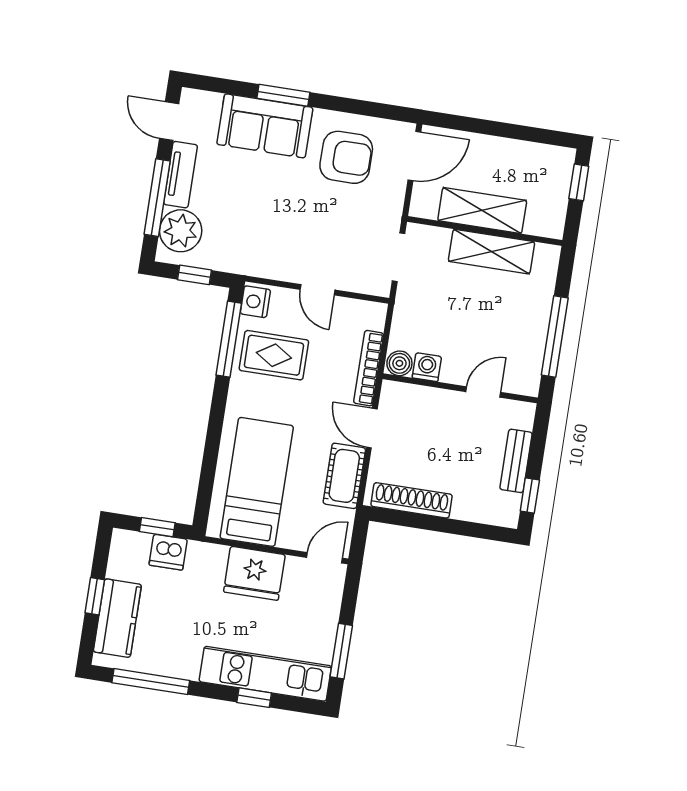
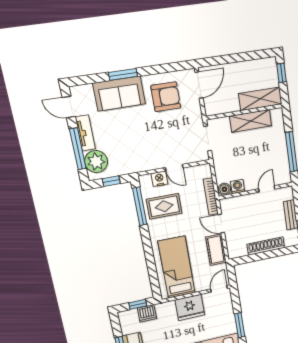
shelving: (482, 210) -> (260, 99), moved
nightstand: (255, 302) -> (159, 179), moved, turned 90
shoe rack: (412, 500) -> (266, 246), moved

